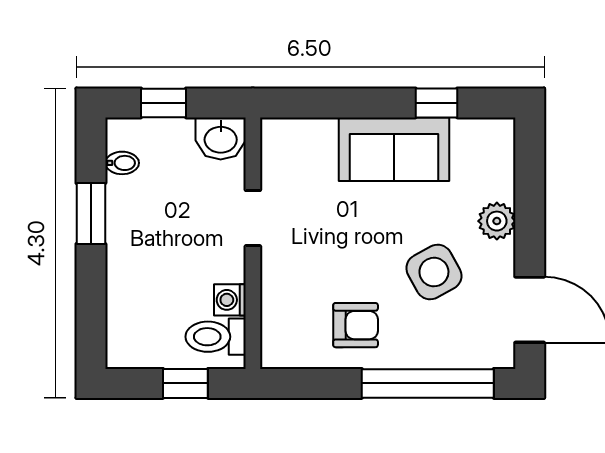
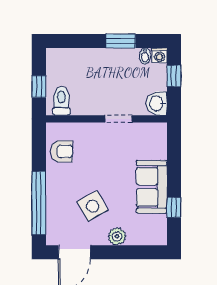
washing machine: (230, 300) -> (159, 55), moved, turned 180
armchair: (356, 325) -> (62, 151), moved, turned -90

